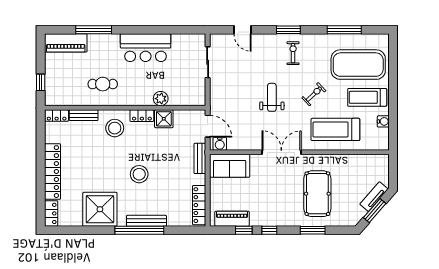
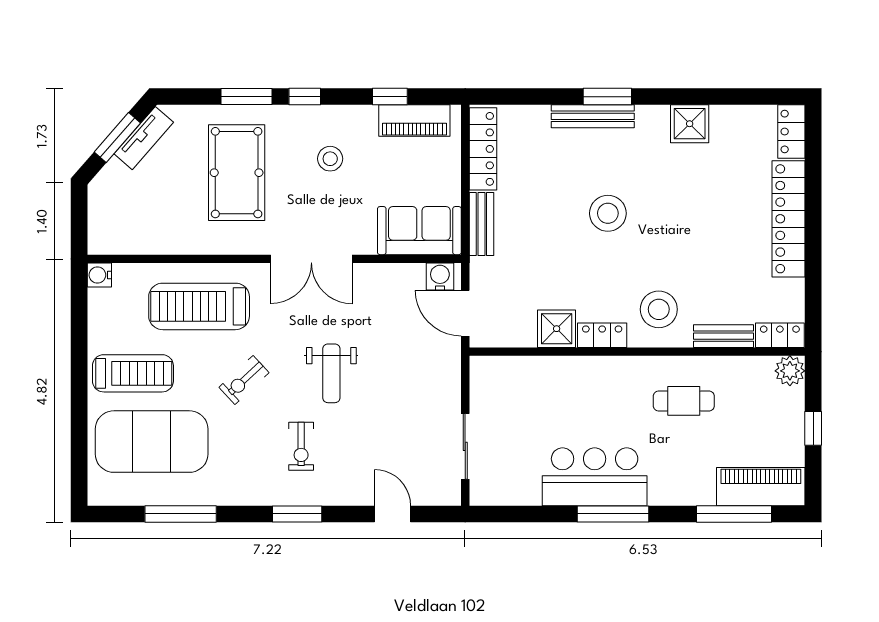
window: (94, 30) -> (734, 514), moved
window: (137, 30) -> (613, 514), added
exercise bike: (293, 53) -> (301, 446), moved
window: (41, 82) -> (813, 428), moved
plant: (161, 99) -> (790, 371), moved
water cooler: (383, 121) -> (99, 275), moved
treadmill: (335, 129) -> (199, 306), turned 180
bench: (200, 158) -> (481, 224), moved
tv unit: (374, 197) -> (144, 138), moved
stool: (272, 200) -> (330, 159), added
shower: (100, 209) -> (690, 124), width x0.54, depth x0.54
window: (139, 230) -> (607, 97), width x0.47
window: (269, 230) -> (305, 97), moved

